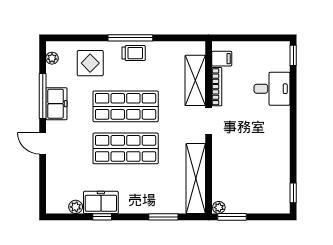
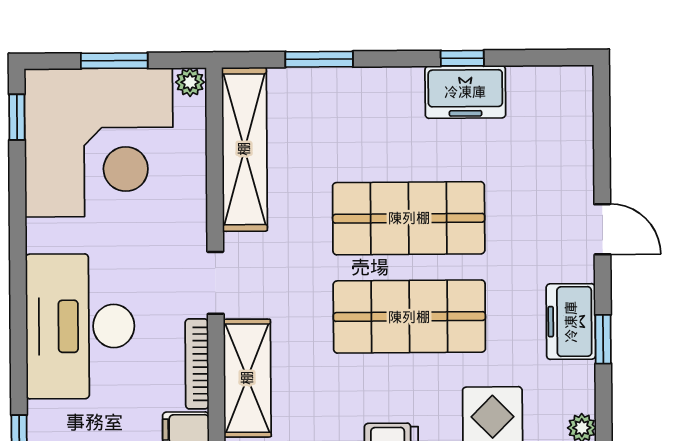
desk: (272, 89) -> (80, 326), width x1.87, depth x1.30
window: (43, 96) -> (603, 339), width x0.46
corner desk: (258, 182) -> (99, 142), added
plant: (76, 207) -> (524, 81), removed
window: (232, 217) -> (114, 61), moved

